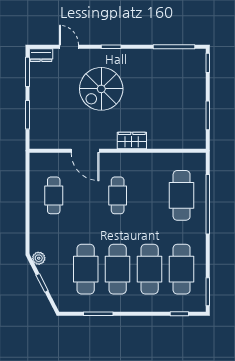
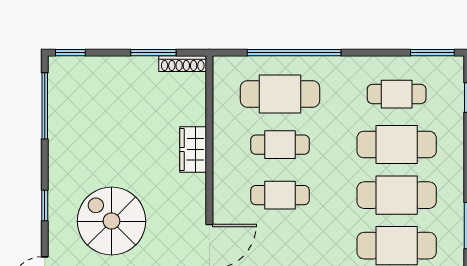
spiral stairs: (101, 89) -> (112, 221), turned 180
shoe rack: (201, 134) -> (183, 64), added
wardrobe: (132, 140) -> (193, 150), moved
cafe table: (150, 195) -> (280, 145), added
cafe table: (182, 269) -> (397, 94), width x0.73, depth x0.74

